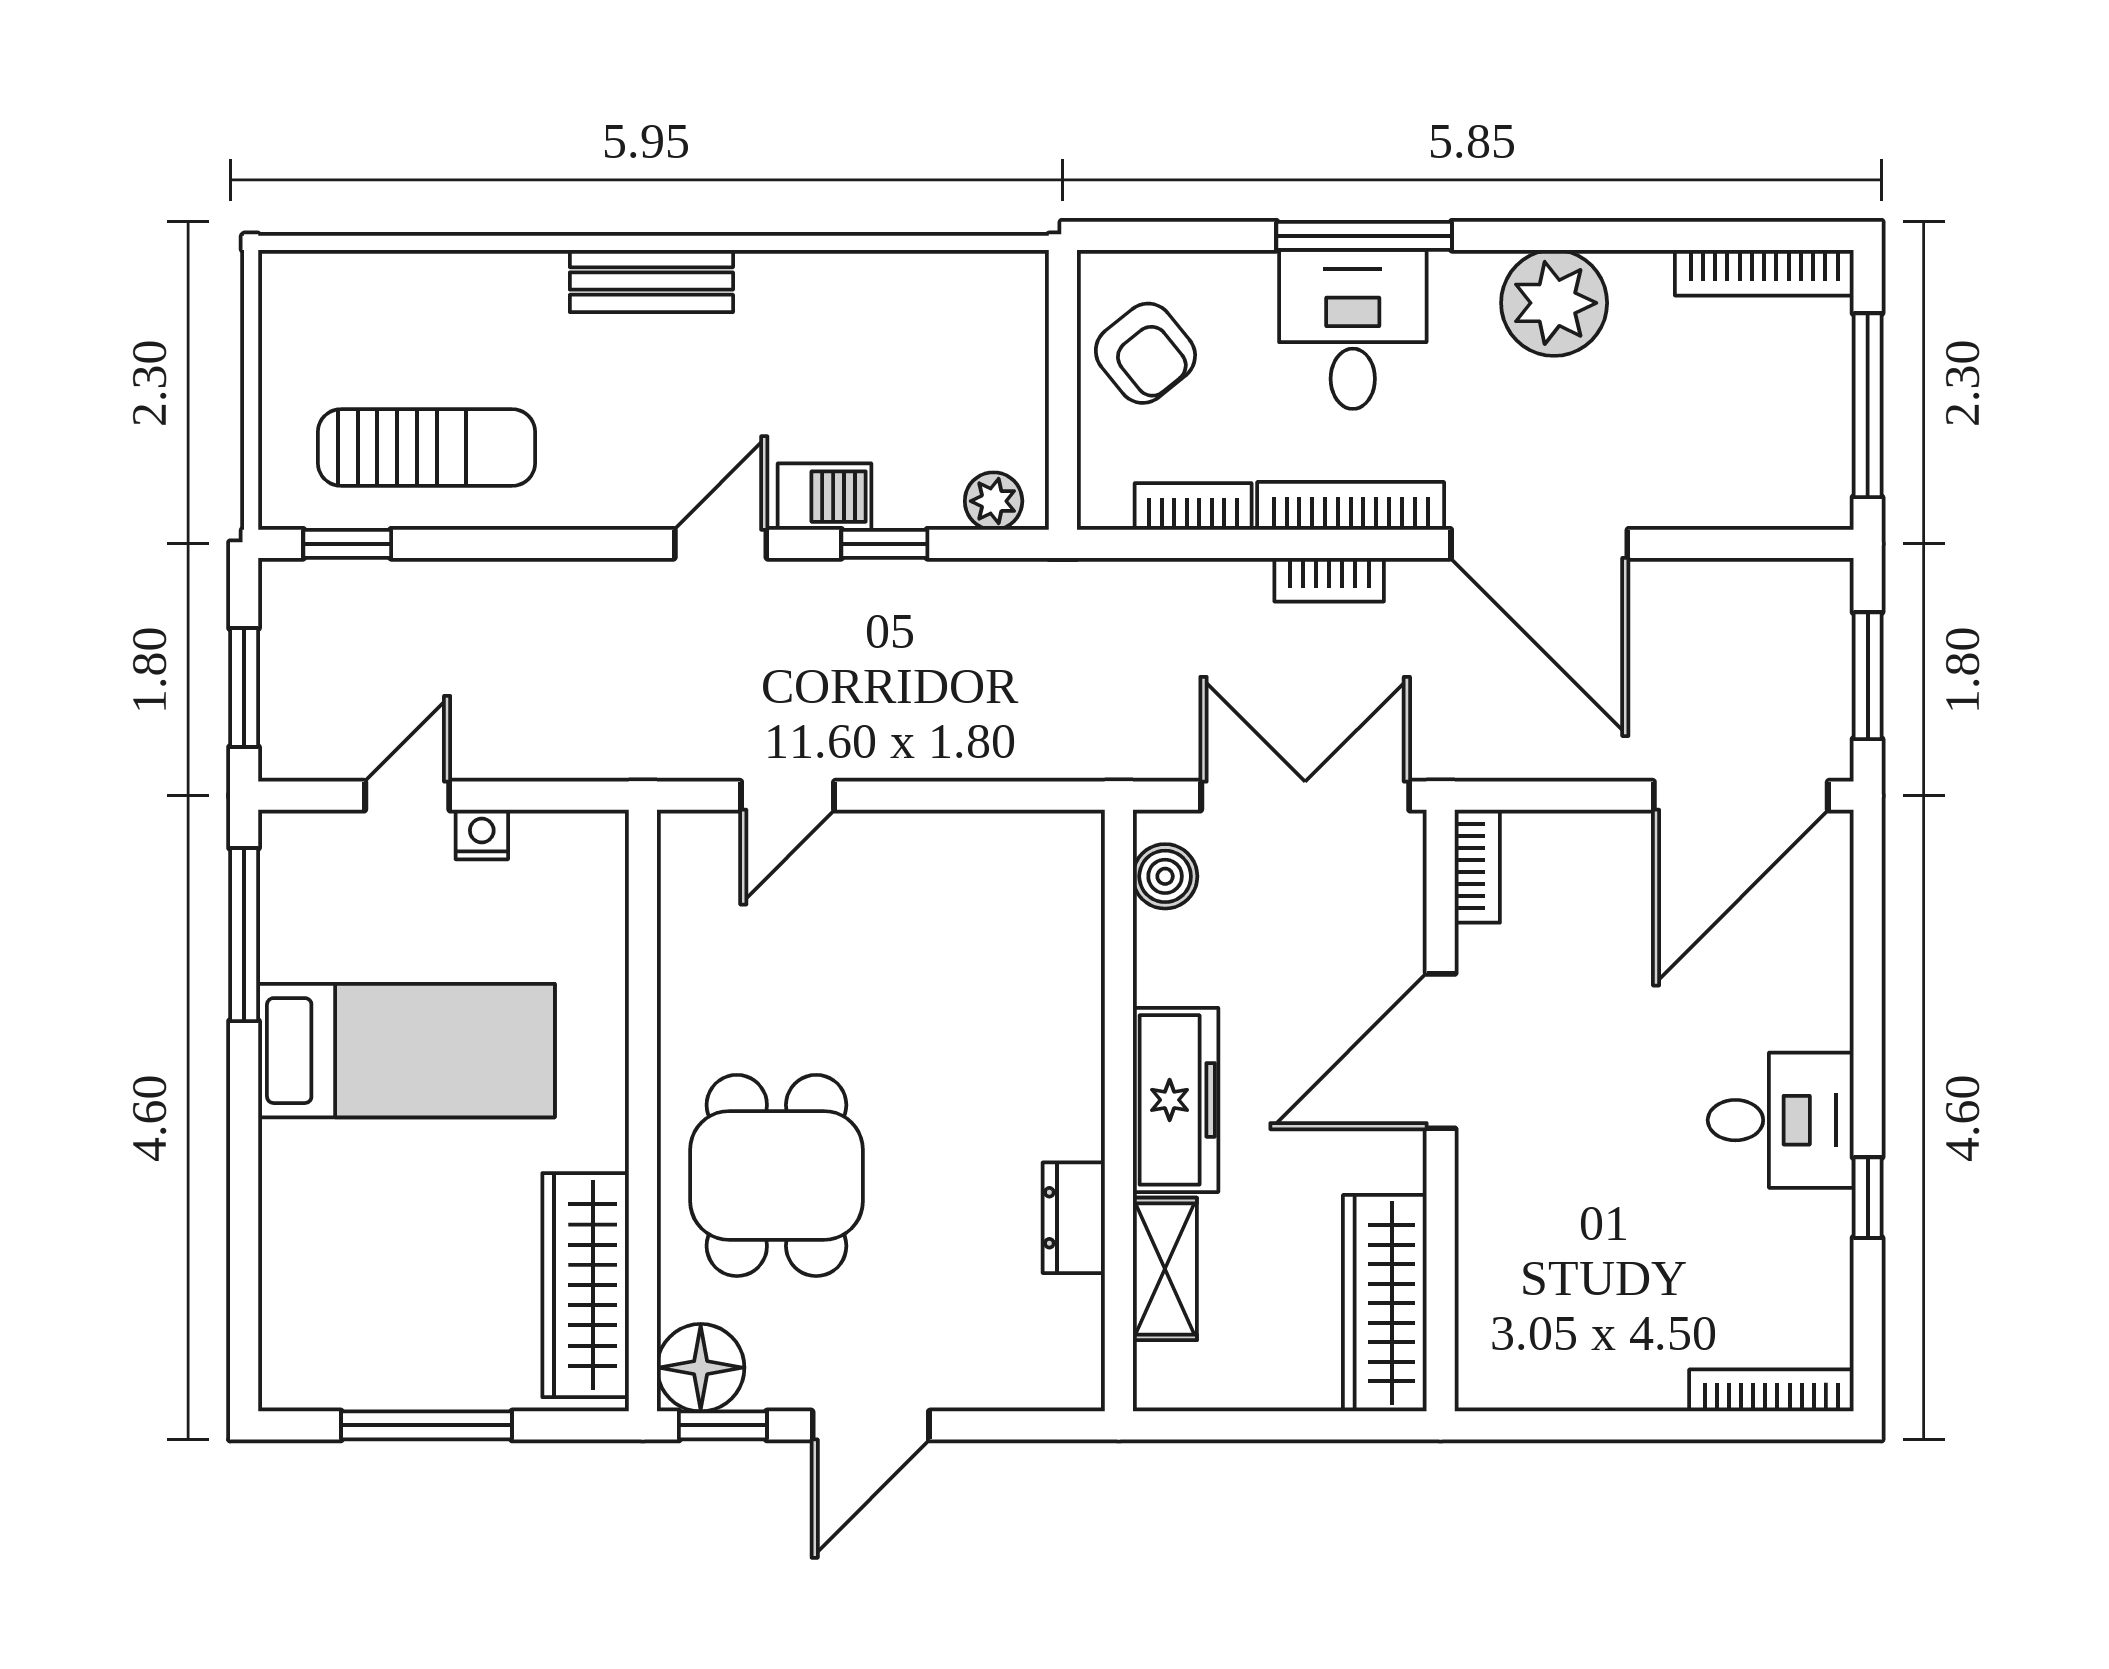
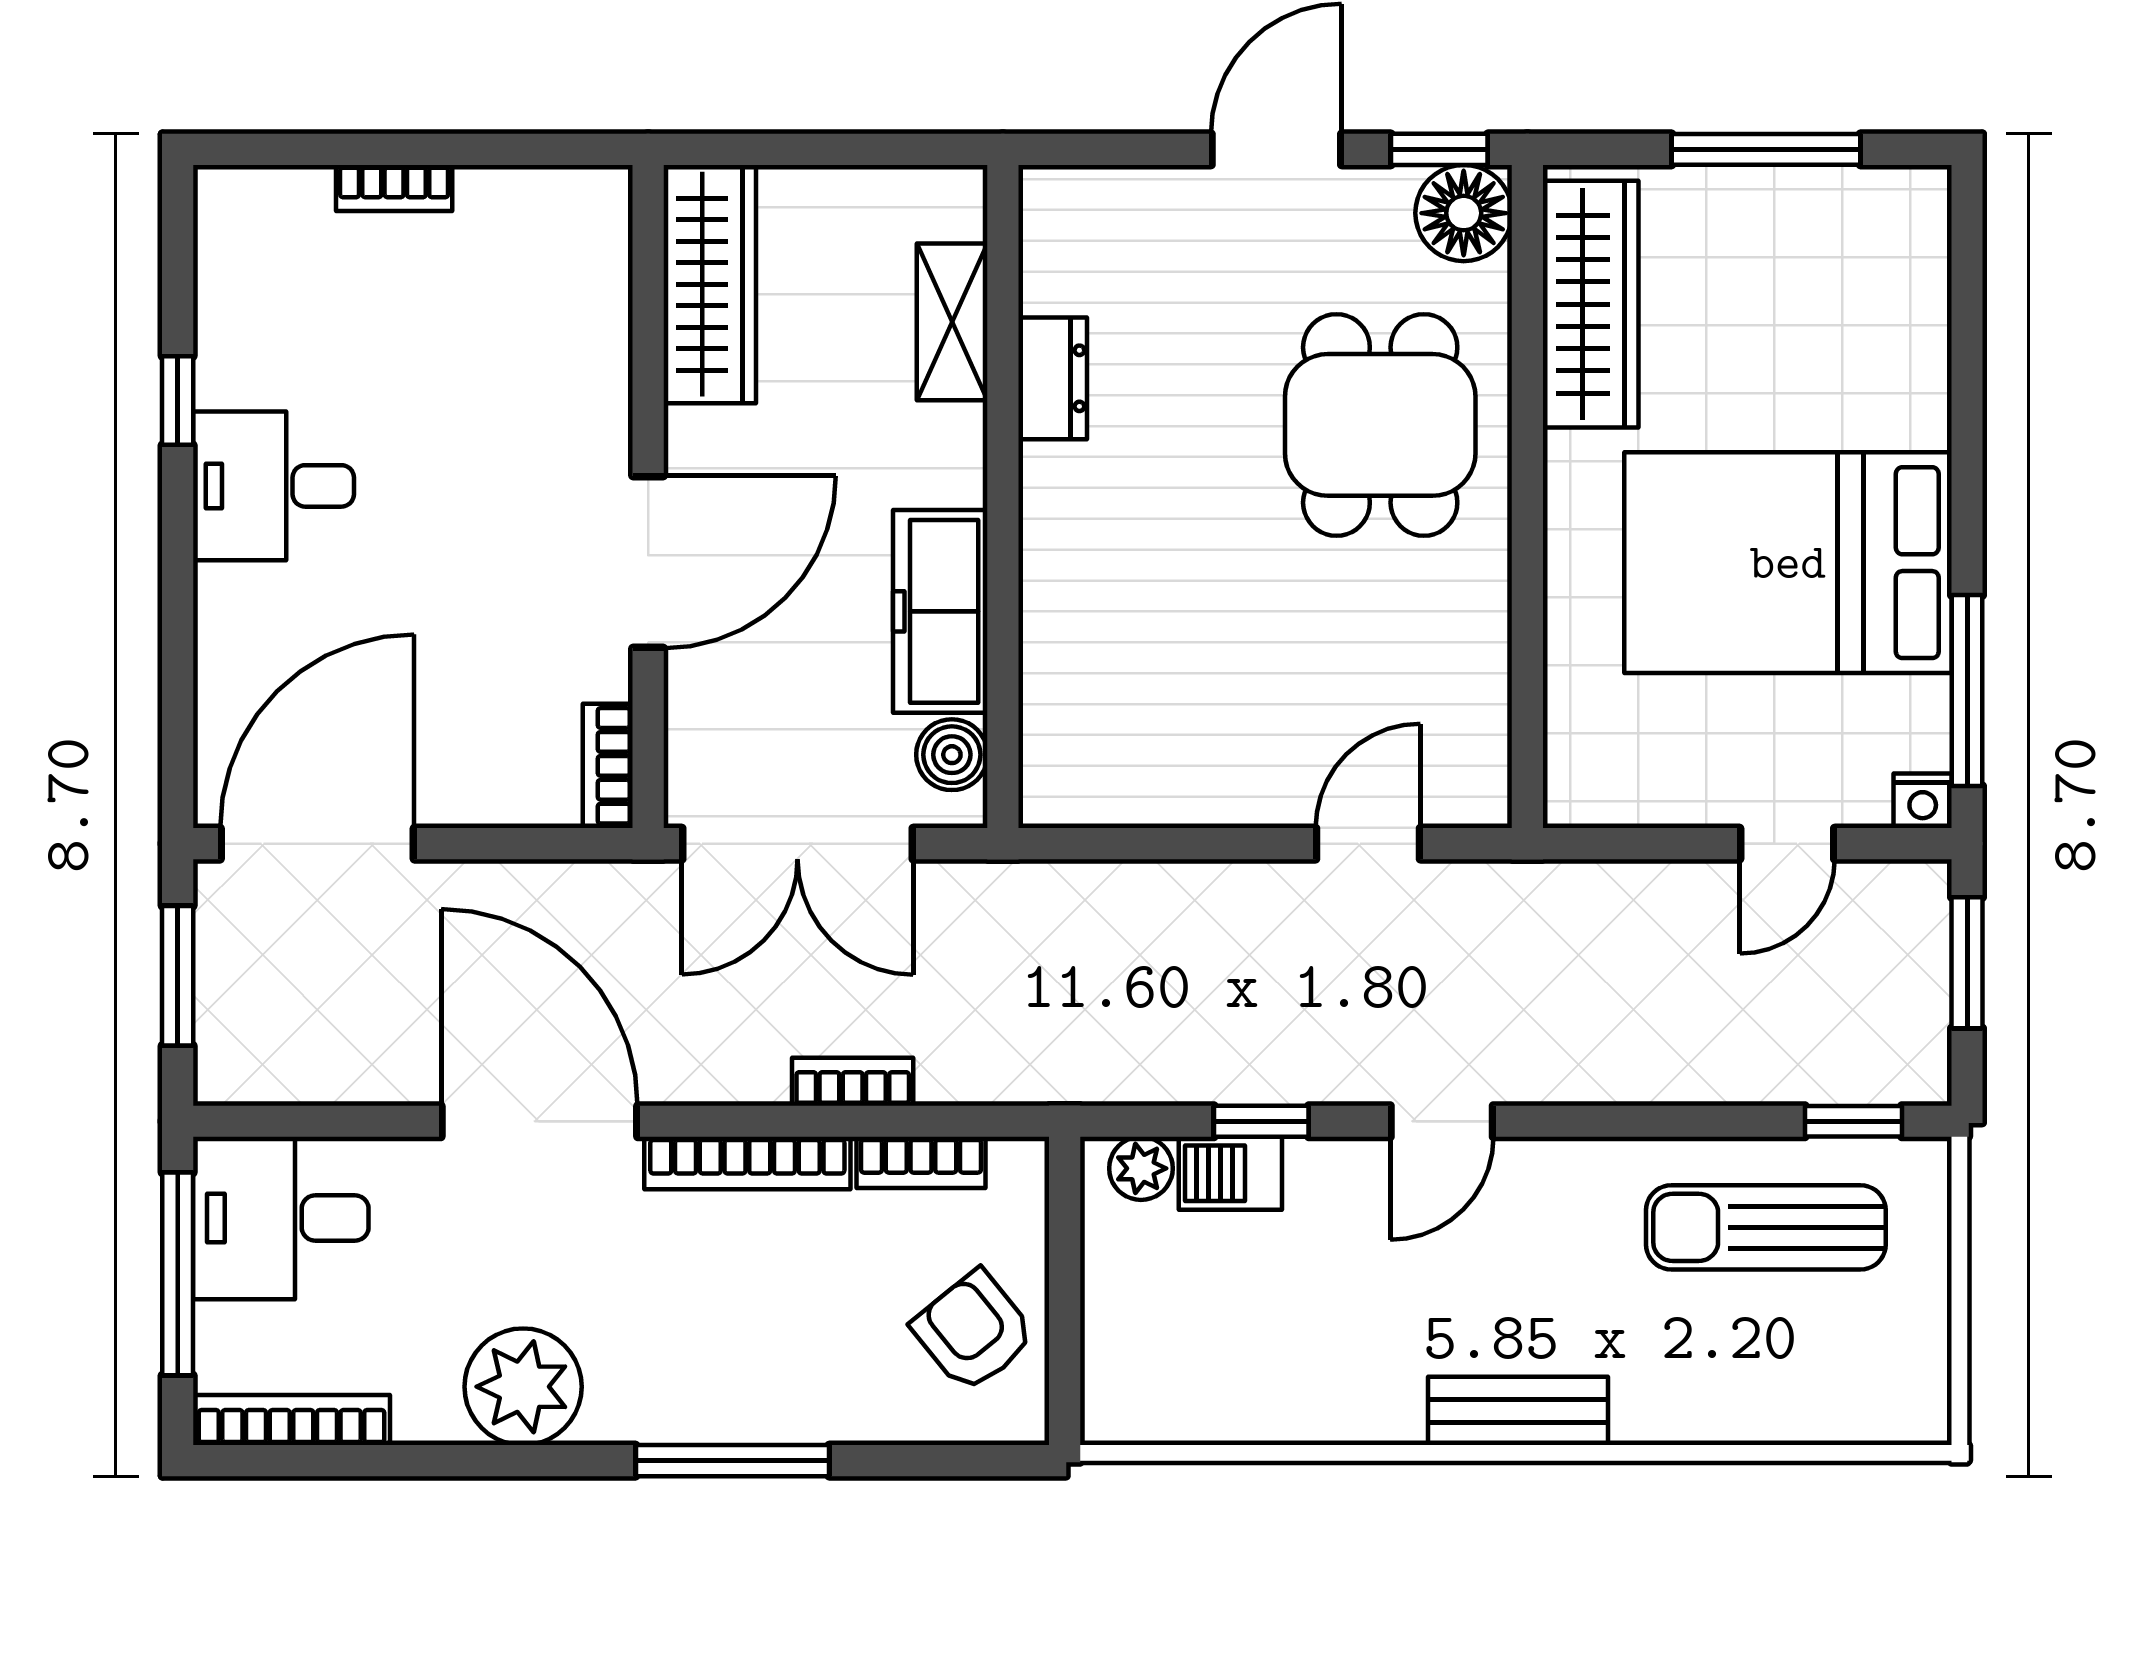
desk: (1353, 329) -> (281, 1218), moved, turned 90
barbecue: (824, 497) -> (1230, 1173), moved
bookcase: (1329, 580) -> (853, 1082), moved
nightstand: (482, 834) -> (1923, 801), moved
bed: (406, 1051) -> (1788, 563), width x1.50
freezer: (1176, 1100) -> (940, 611), moved
bookcase: (1771, 1390) -> (394, 188), moved, width x0.64

